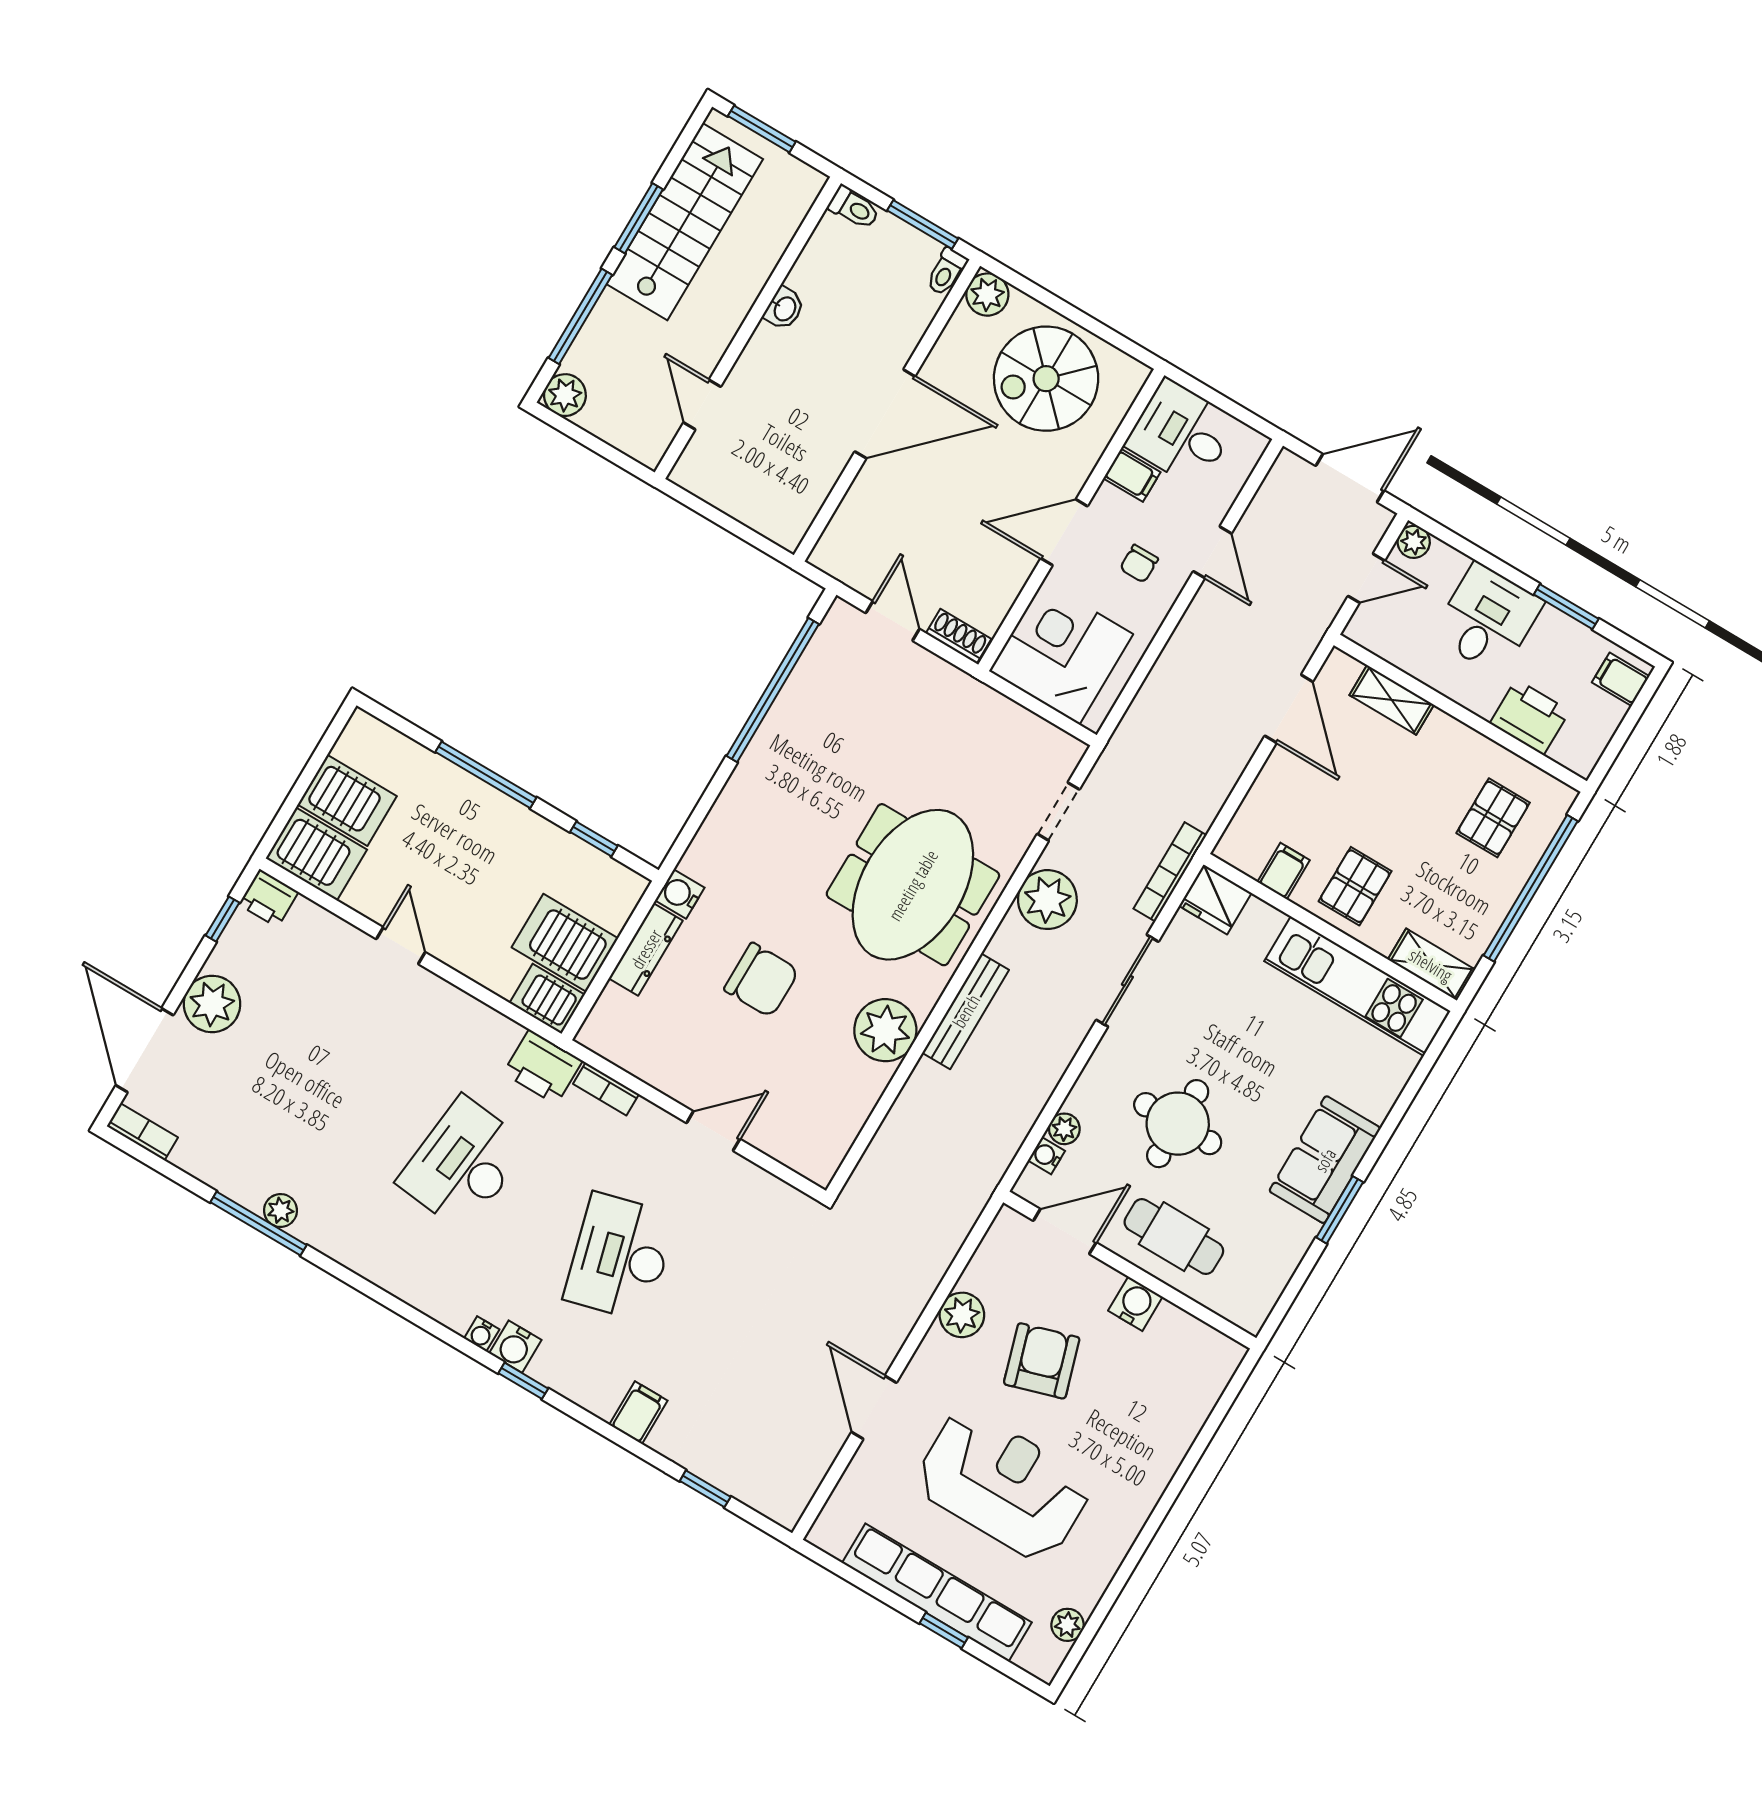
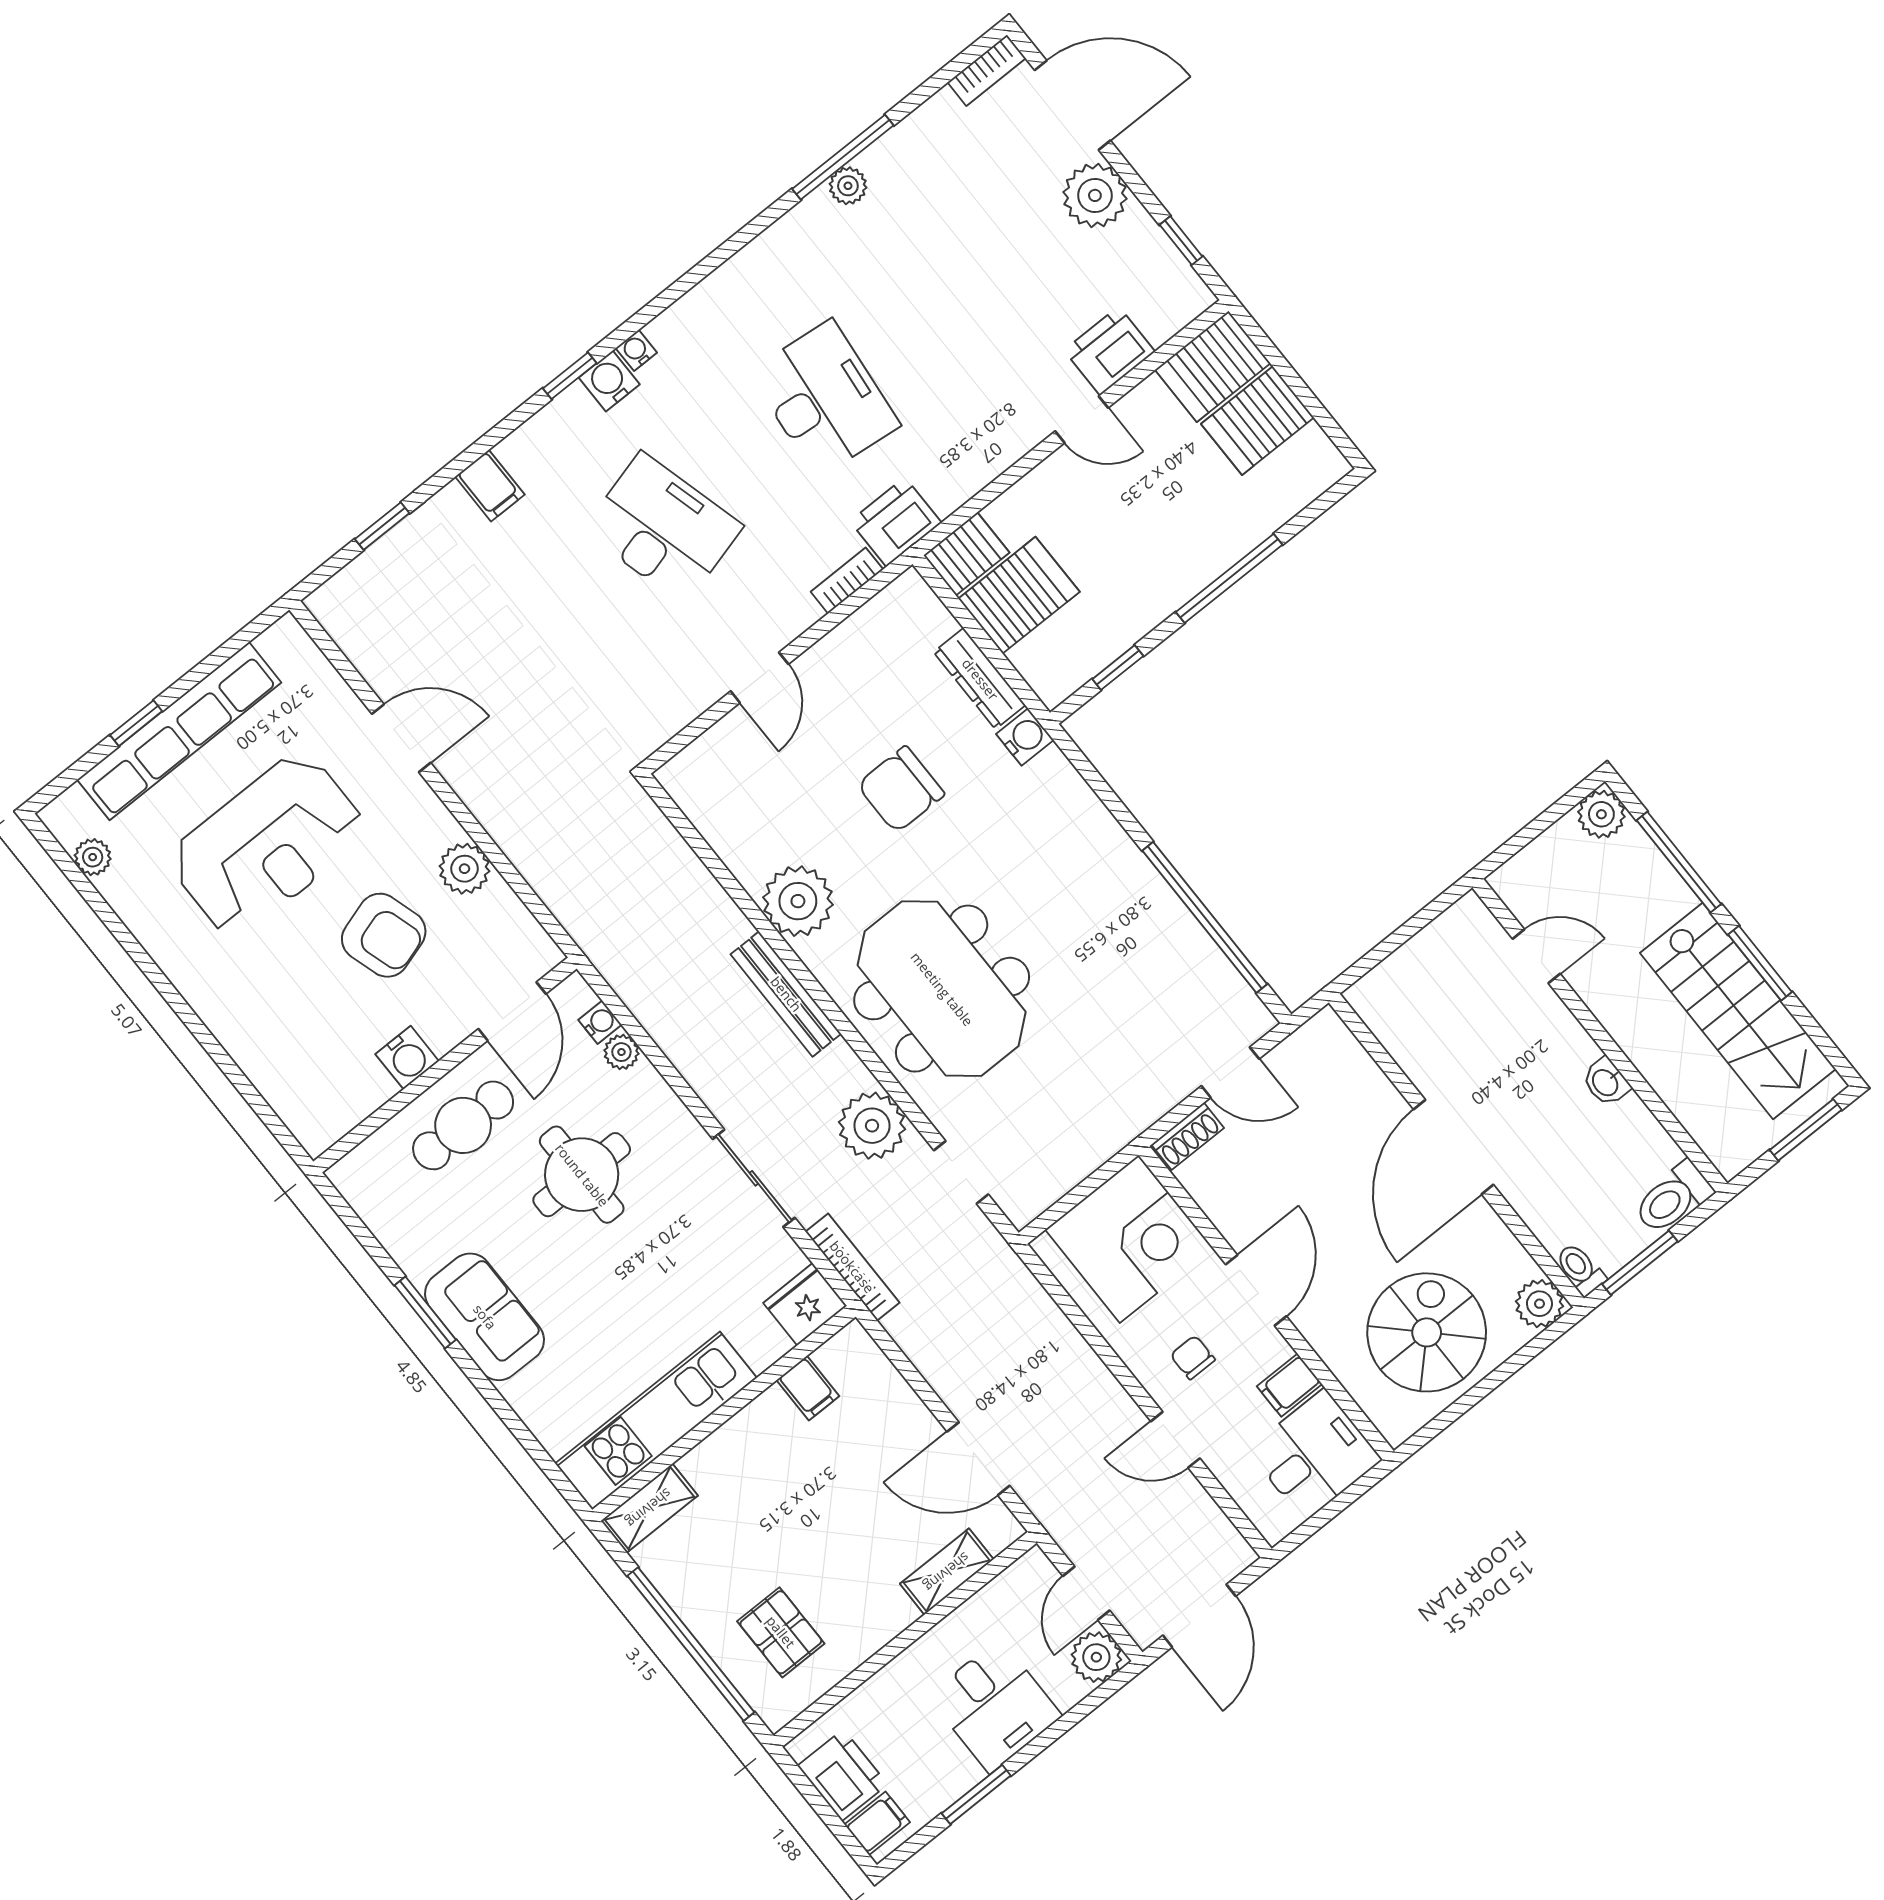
toilet: (854, 208) -> (1673, 1198), width x1.37, depth x1.39
plant: (1414, 542) -> (1096, 1657), width x1.38, depth x1.38
printer: (1530, 717) -> (843, 1775), moved, turned -90
pallet: (1355, 886) -> (763, 1458), removed
printer: (268, 898) -> (1109, 351), moved, width x1.36, depth x1.24

